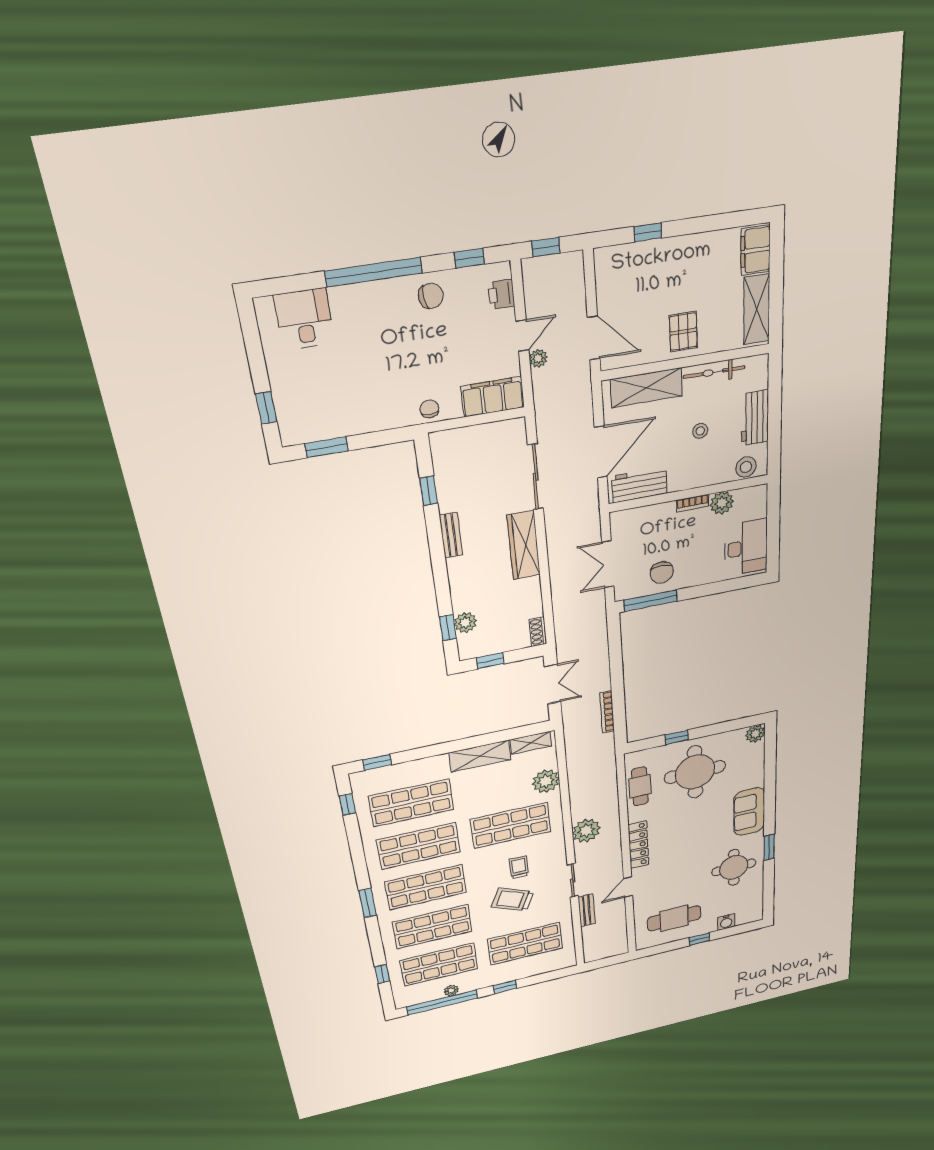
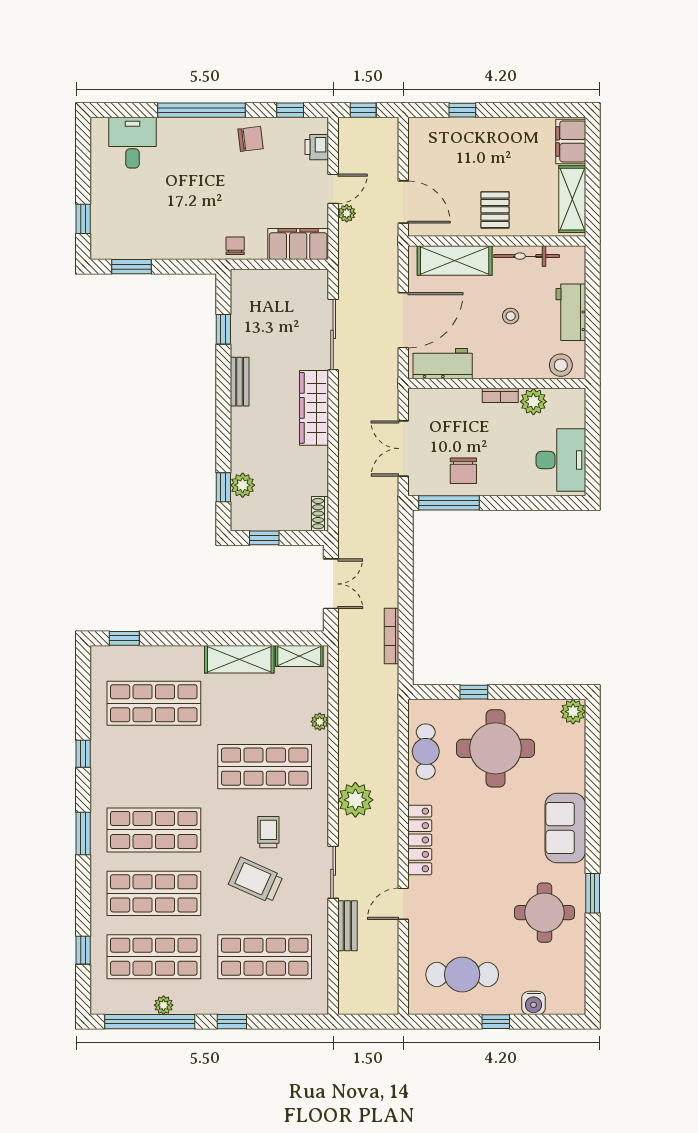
plant: (546, 781) -> (320, 722), width x0.53, depth x0.53
window: (347, 804) -> (83, 754), moved
shop shelf: (419, 846) -> (154, 767), removed

